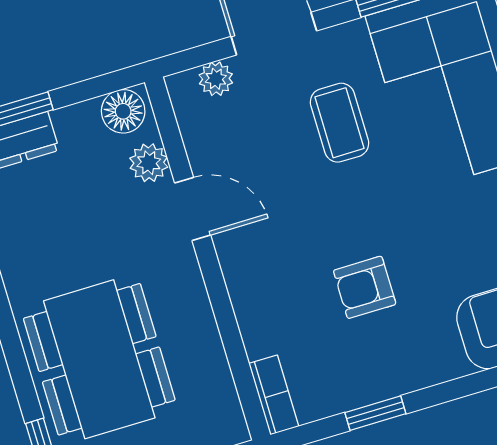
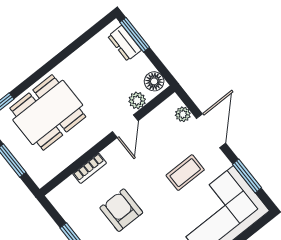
armchair: (365, 287) -> (121, 210), width x1.38, depth x1.38
bookcase: (274, 395) -> (90, 168), moved

